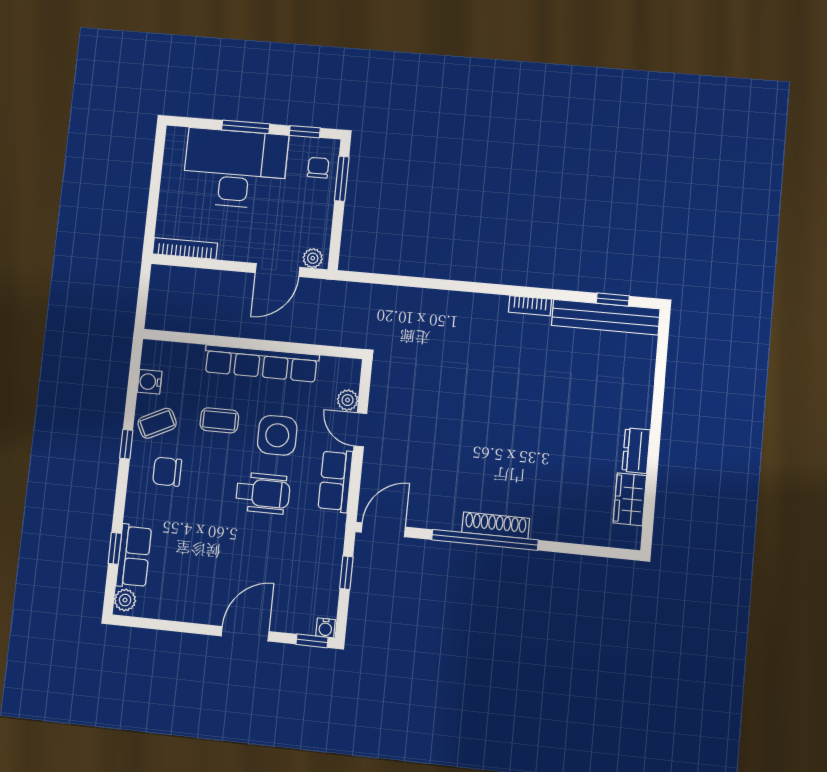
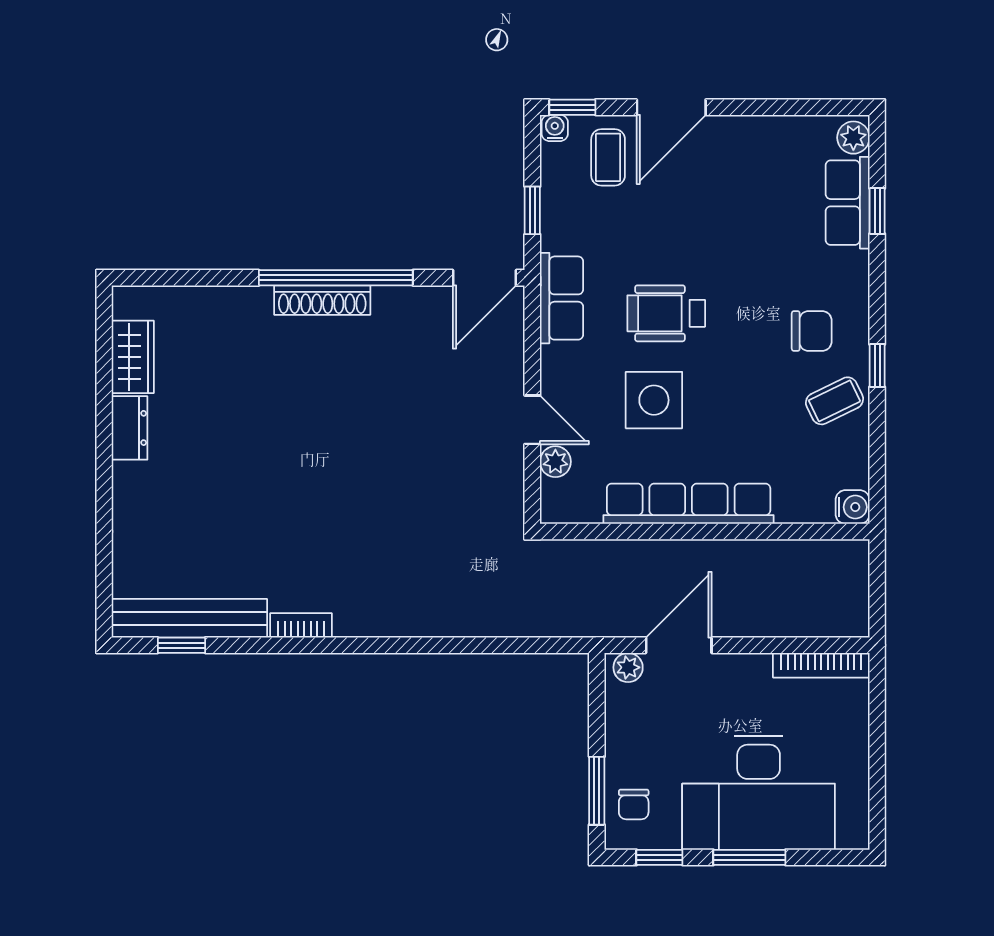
water cooler: (150, 382) -> (853, 507), moved
coffee table: (219, 420) -> (608, 157), moved, turned 90
row of seats: (335, 481) -> (562, 298), moved

